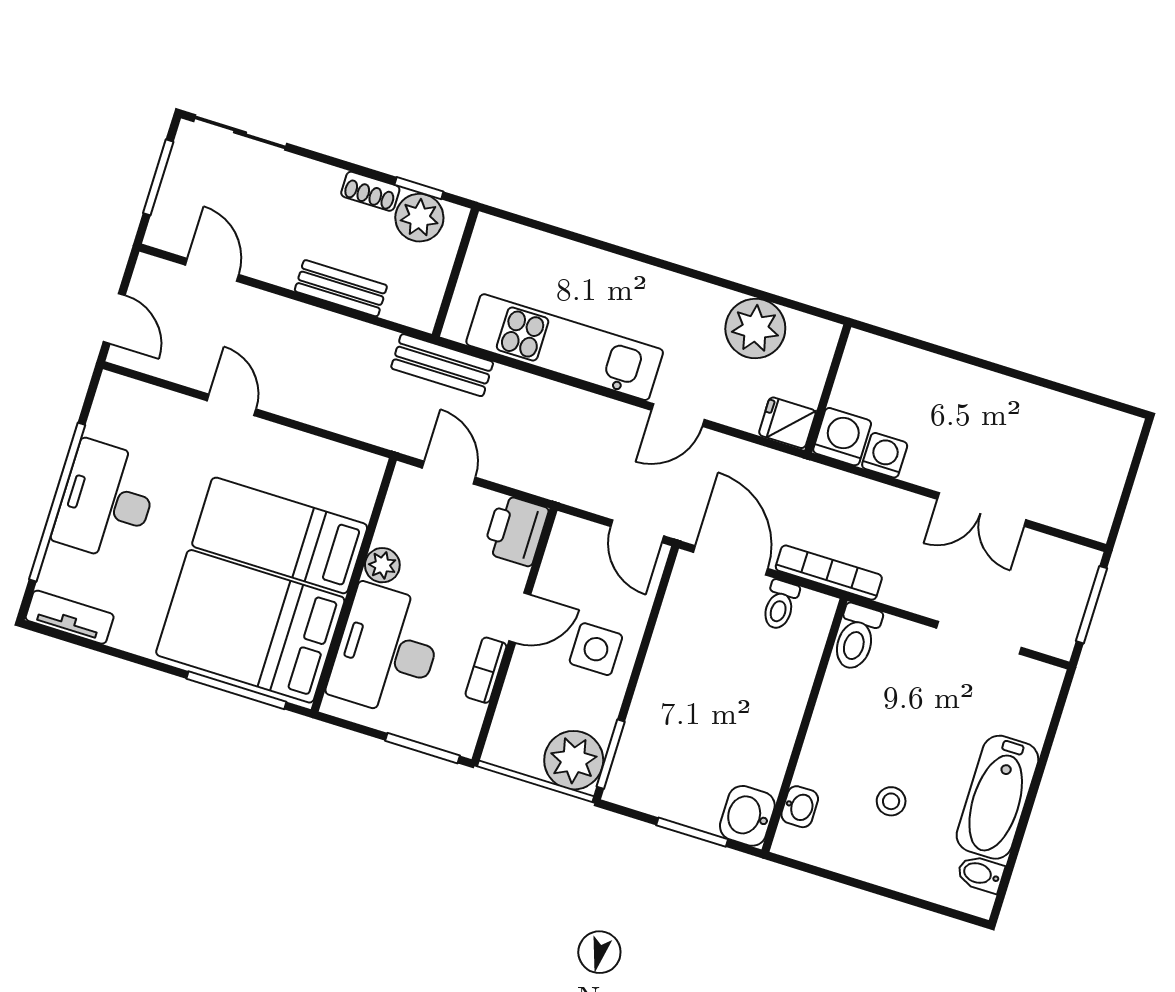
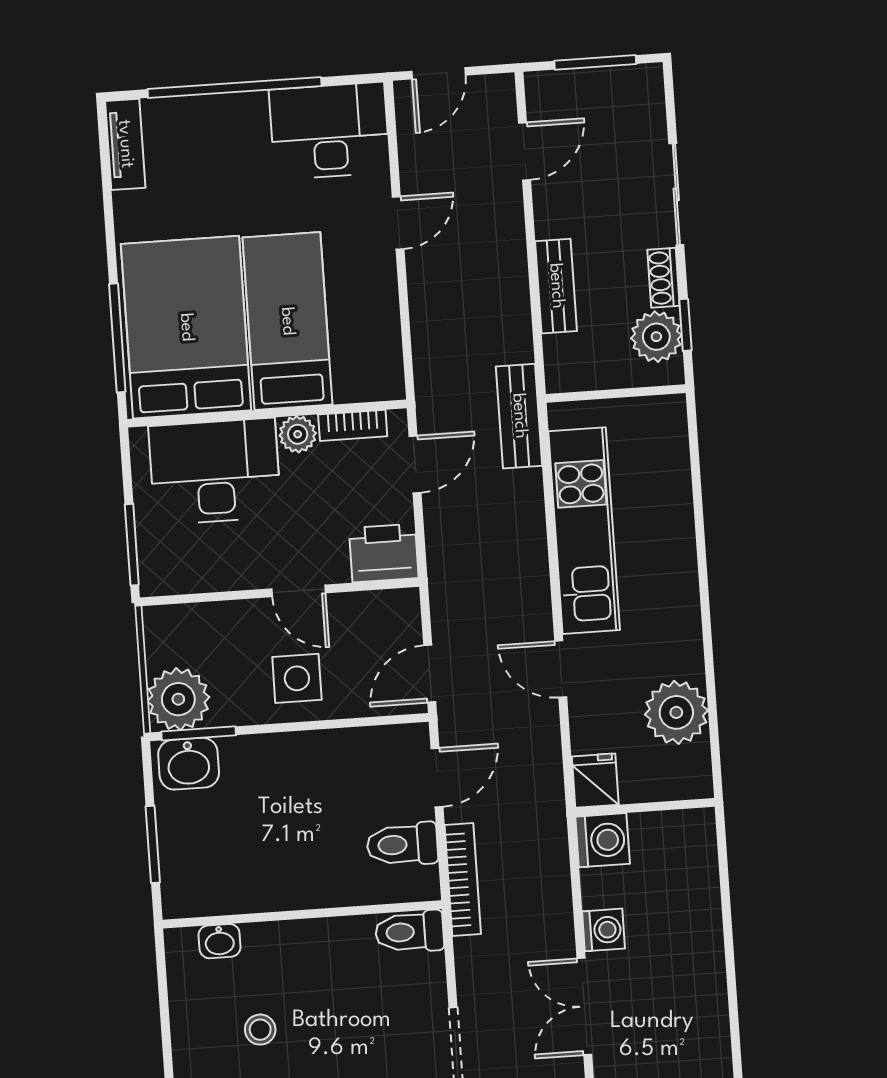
sliding door: (240, 132) -> (676, 194), moved
washing machine: (885, 455) -> (603, 930), moved
desk: (106, 501) -> (329, 131), moved
door: (731, 560) -> (437, 777), width x0.73
toilet: (780, 605) -> (402, 844), width x1.37, depth x1.39
bookcase: (486, 670) -> (353, 425), moved, turned 180
washbasin: (747, 816) -> (189, 764), moved, turned 180

